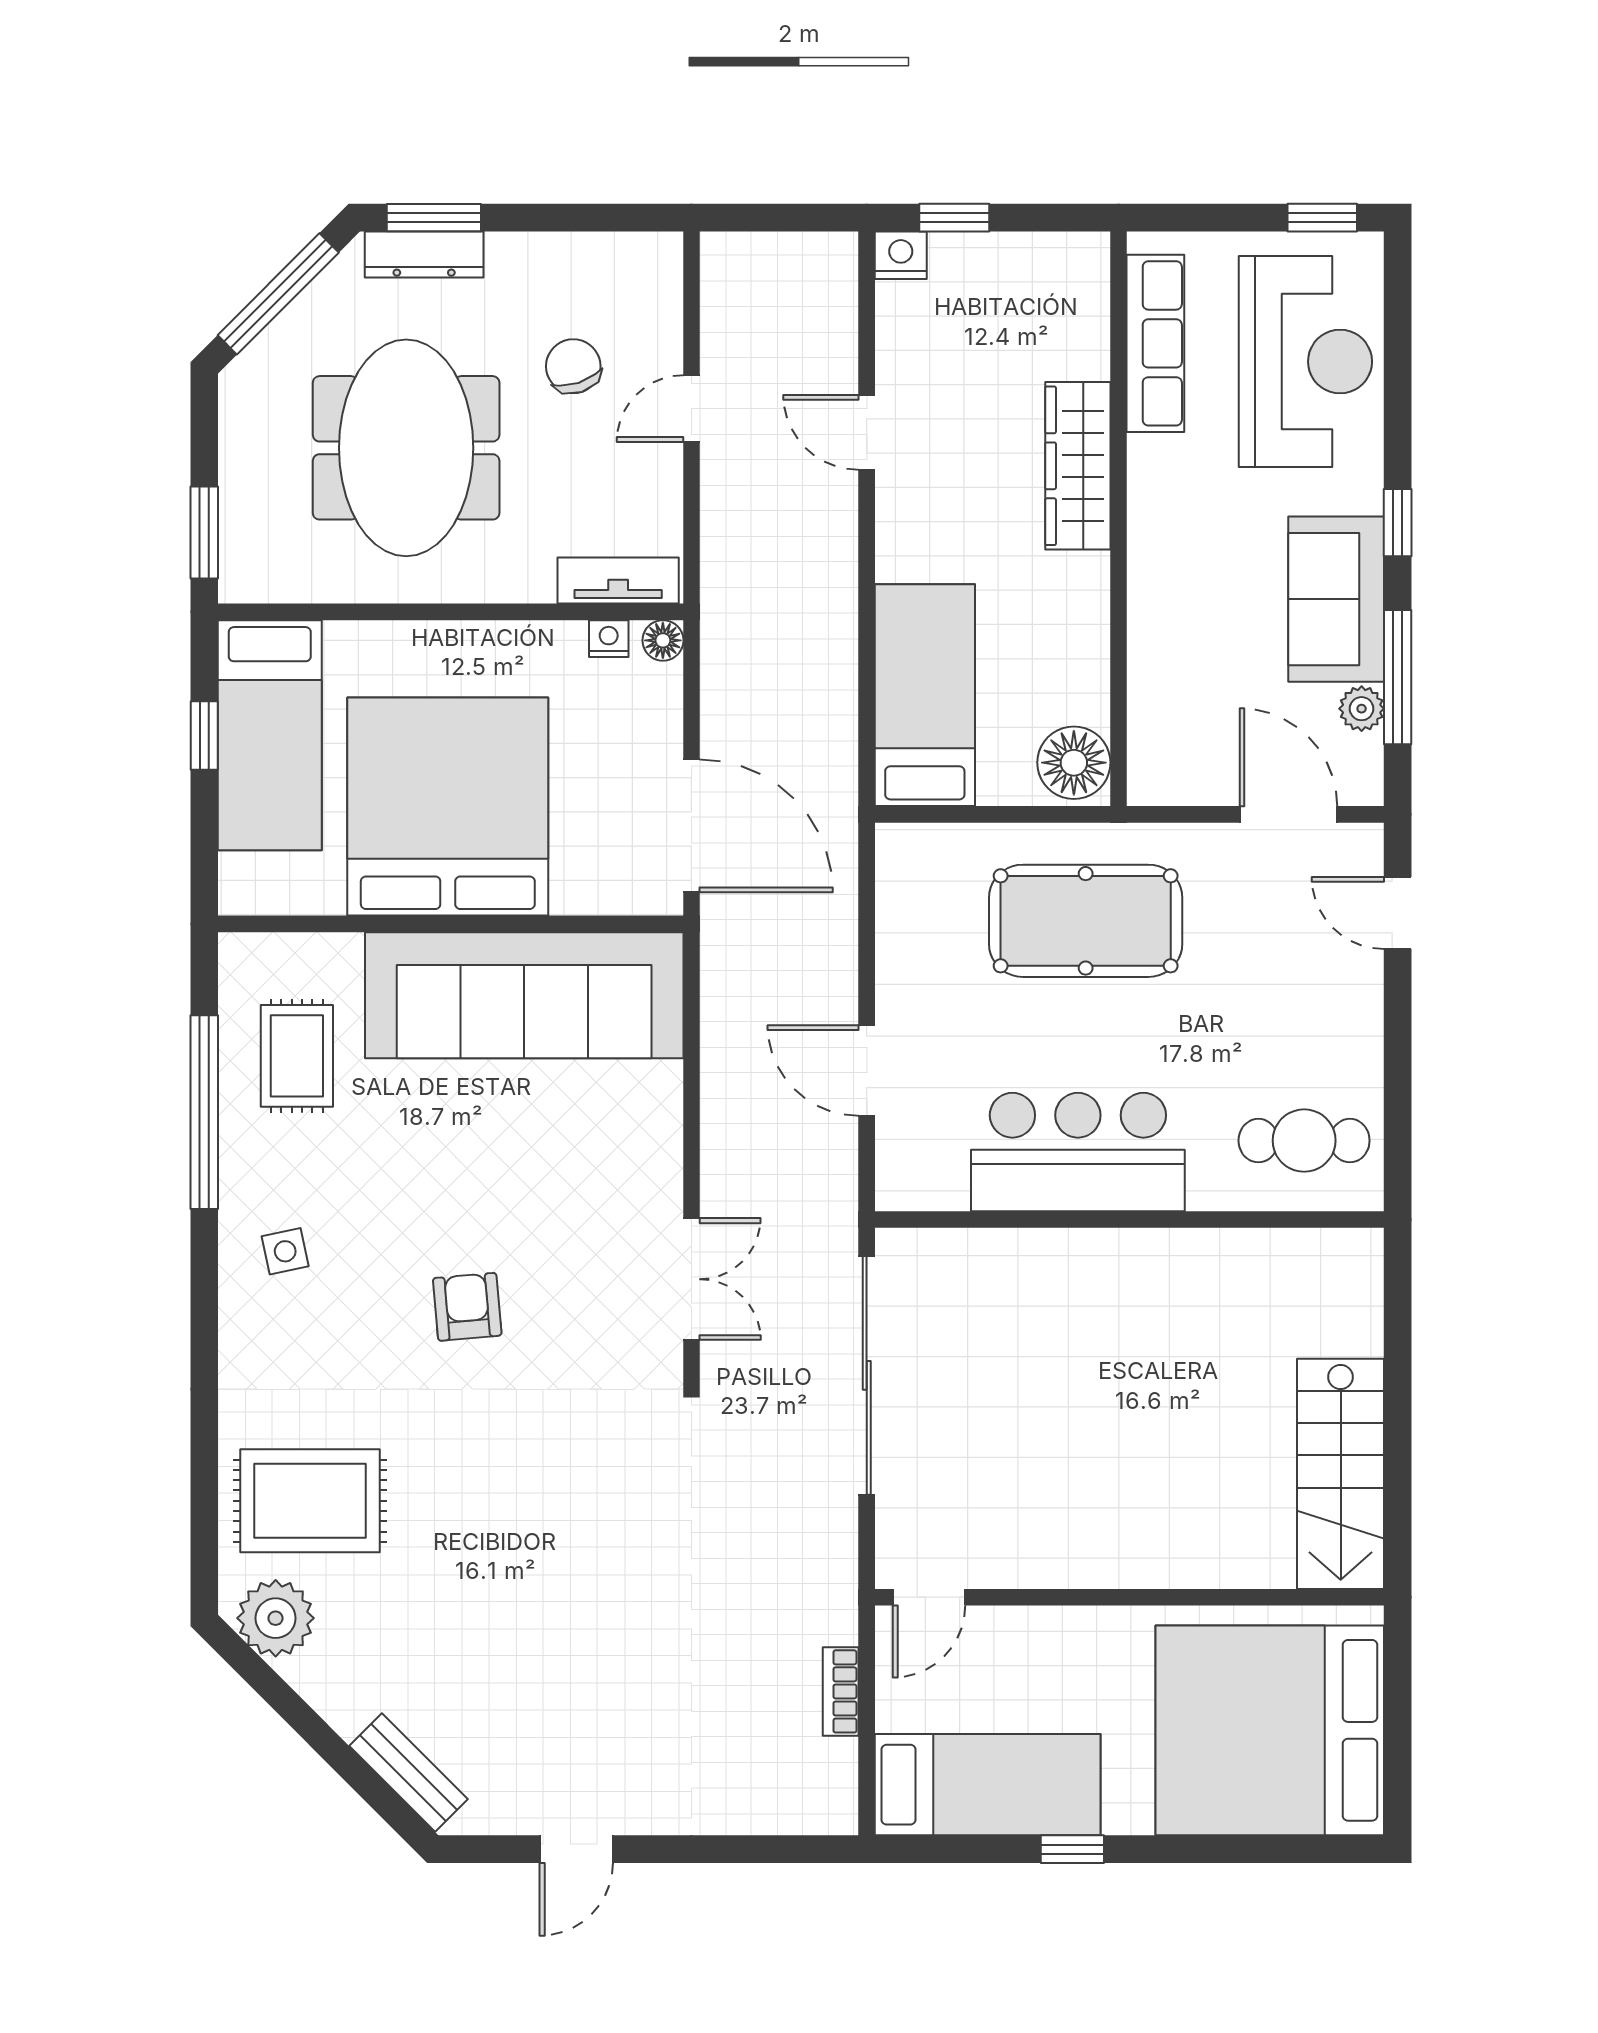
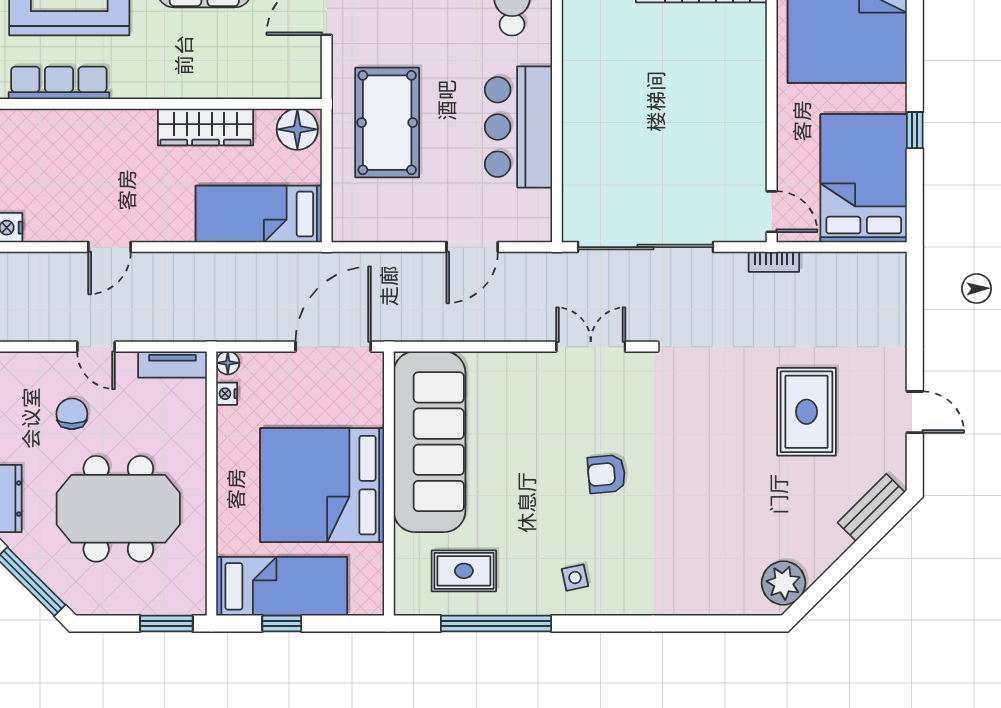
chair: (573, 366) -> (72, 414), turned 108
wardrobe: (1078, 466) -> (205, 127), moved
tv unit: (618, 581) -> (172, 364), moved, turned -90
rug: (310, 1501) -> (806, 412), moved
bookcase: (841, 1691) -> (774, 262), moved
bed: (988, 1785) -> (864, 178), width x1.50

